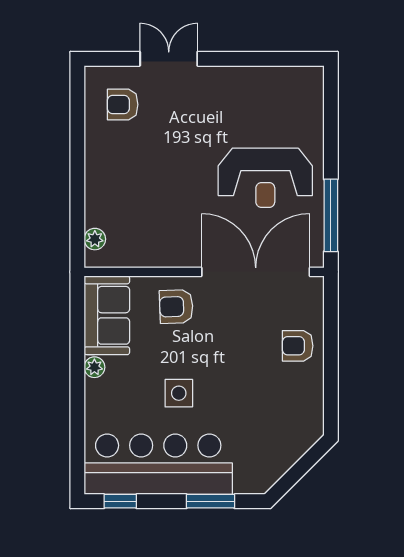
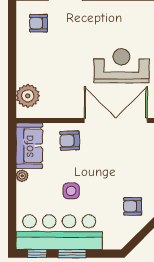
reception desk: (265, 178) -> (121, 66), turned 180
plant: (95, 239) -> (28, 96), width x1.87, depth x1.87
armchair: (298, 346) -> (133, 206), moved
window: (210, 501) -> (72, 254), moved

